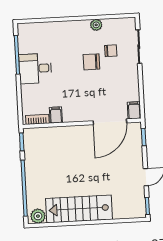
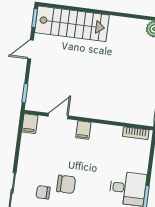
filing cabinet: (56, 115) -> (83, 130), moved
door: (110, 122) -> (58, 116), width x0.53
stairs: (79, 209) -> (72, 24), moved

